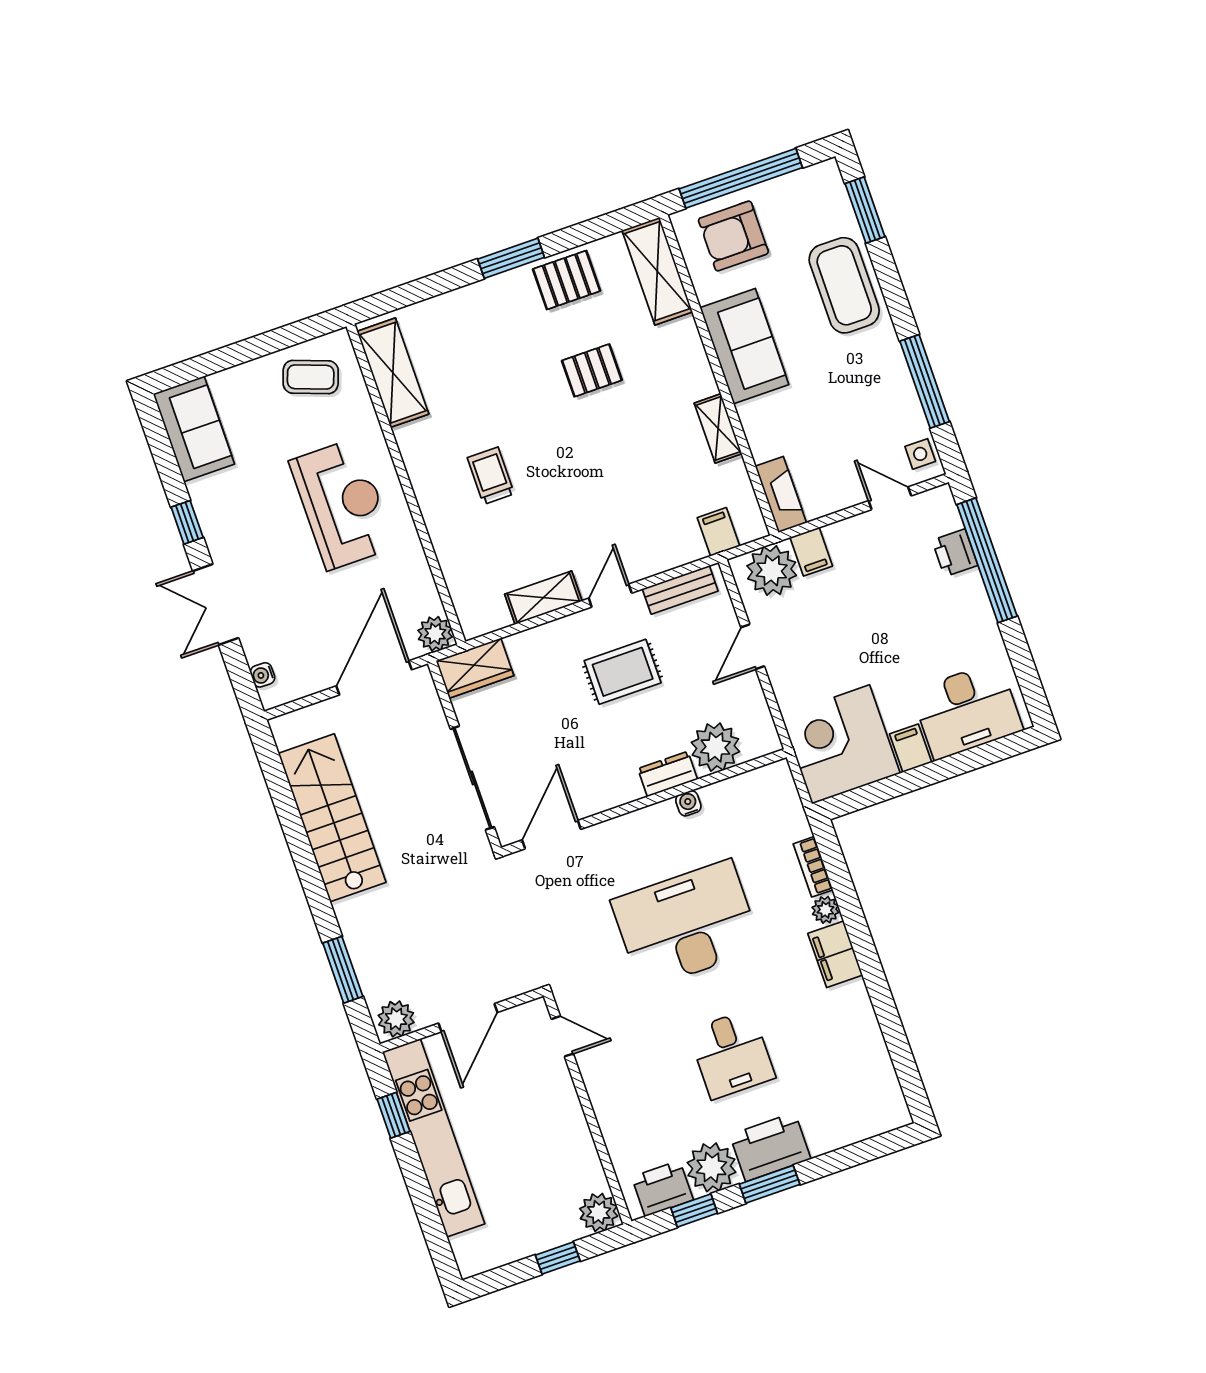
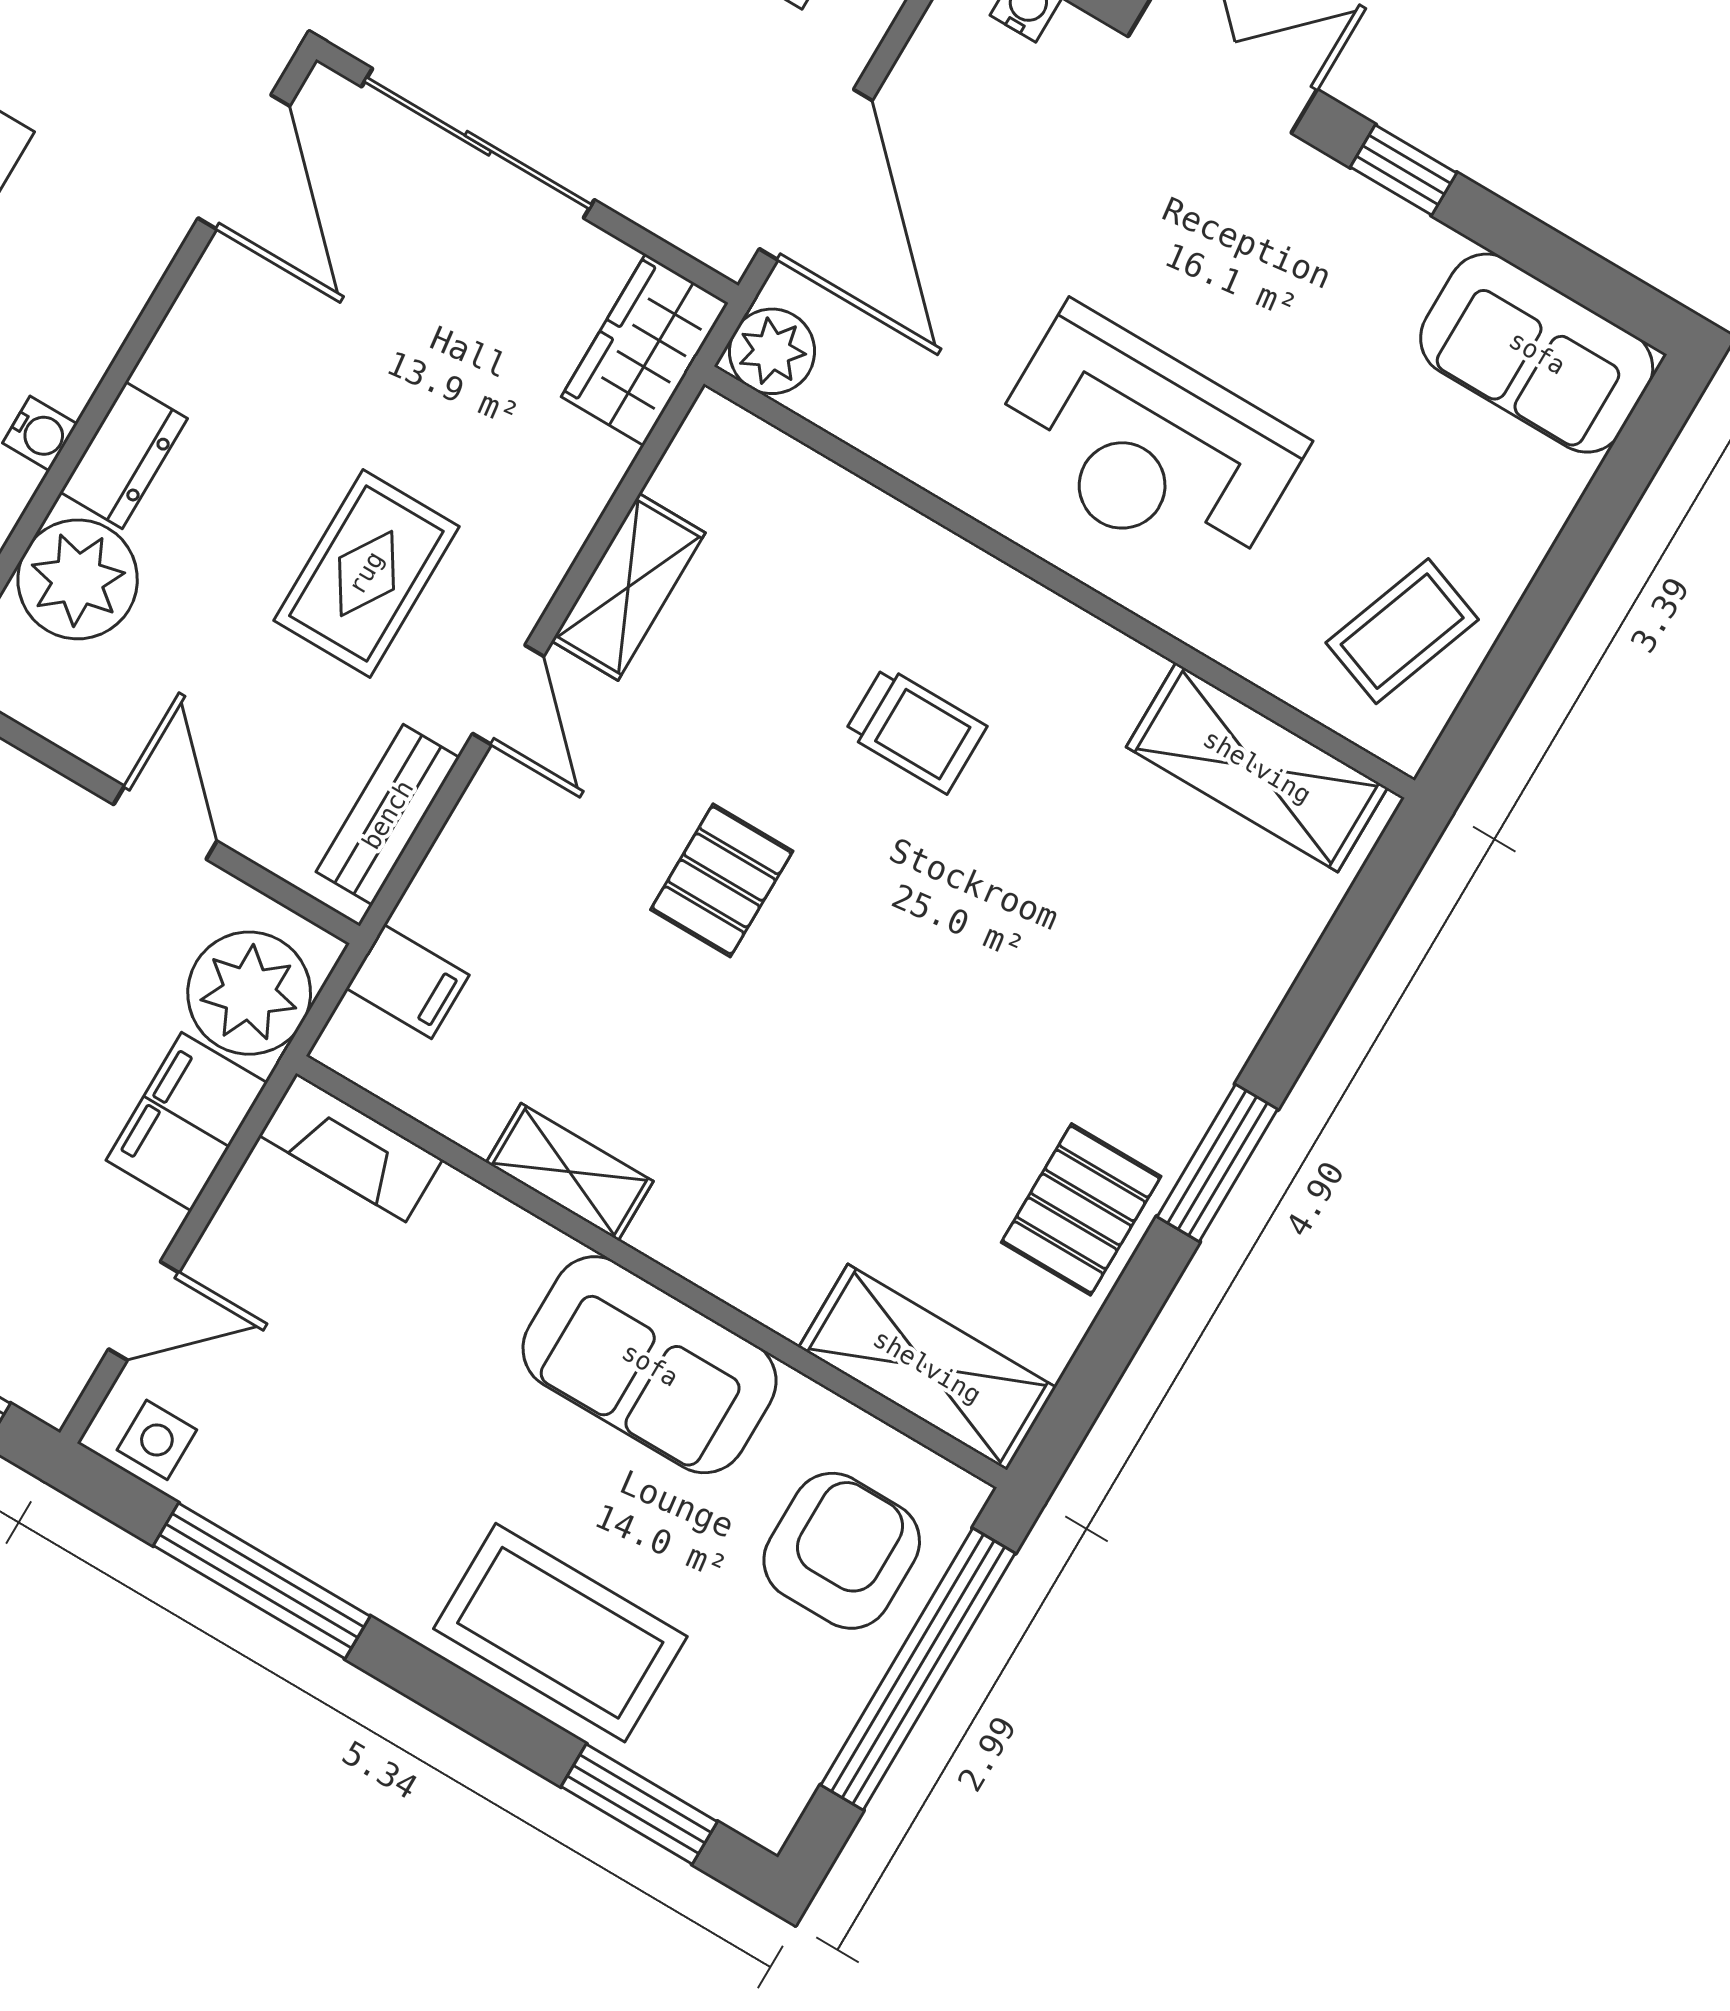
pallet: (592, 370) -> (722, 880), moved
filing cabinet: (811, 552) -> (187, 1122), width x2.00

